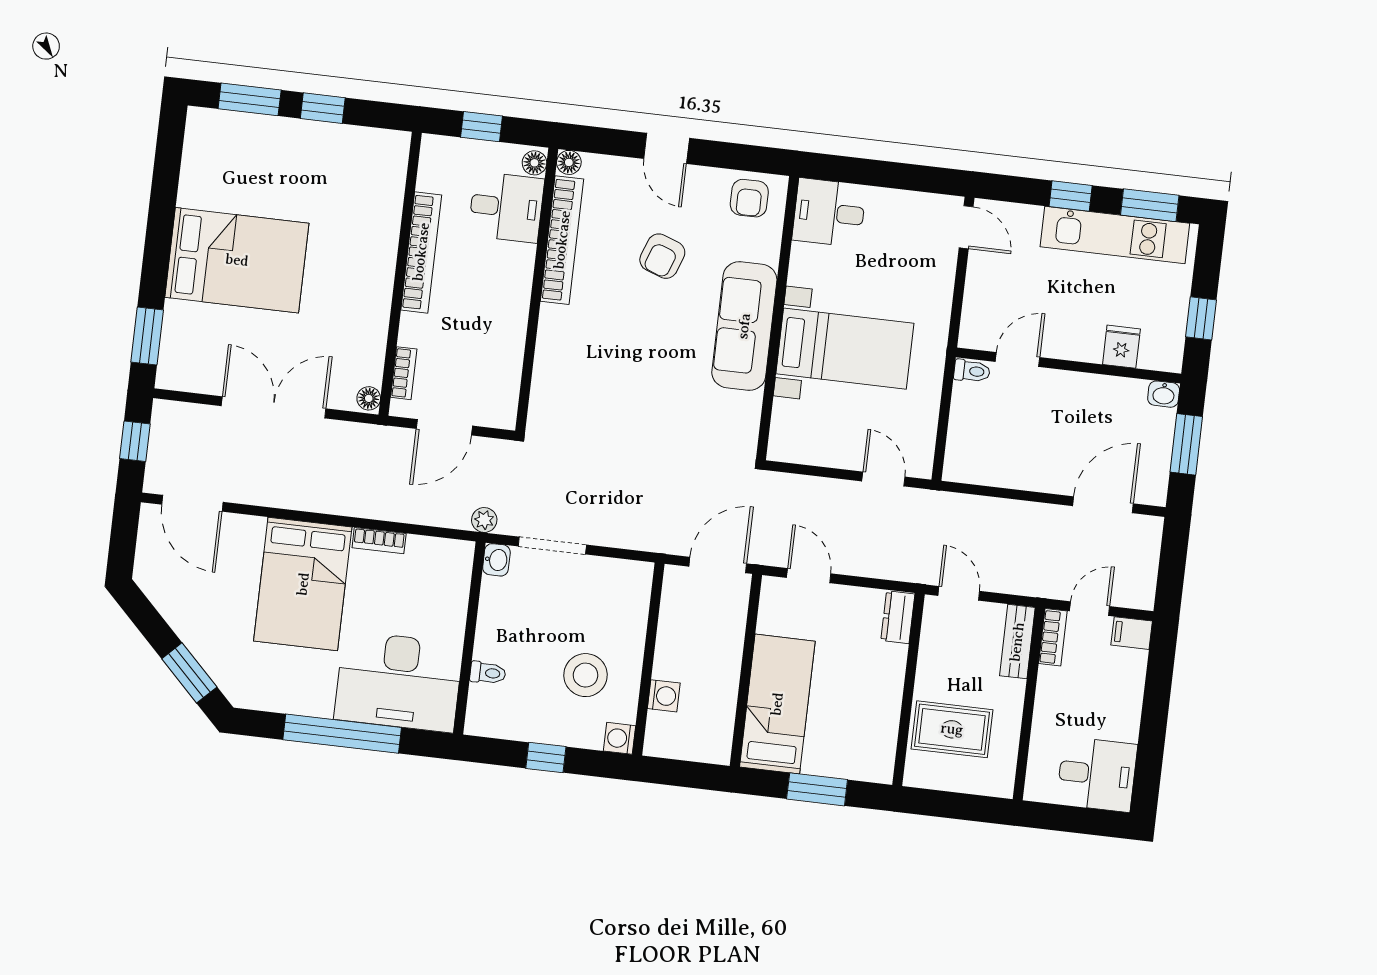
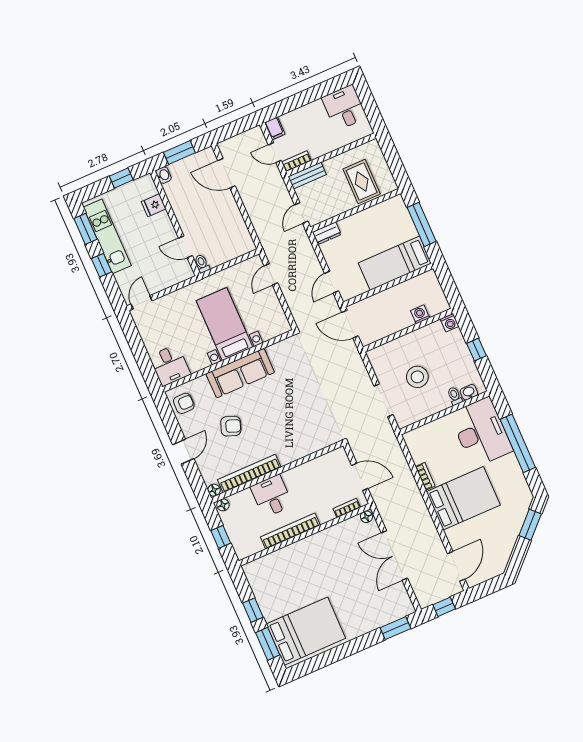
desk: (506, 207) -> (272, 496), moved
bed: (237, 260) -> (306, 631), moved, turned 90
plant: (484, 520) -> (390, 436), removed
washbasin: (496, 560) -> (469, 392), moved
stool: (586, 675) -> (417, 377), moved
window: (817, 789) -> (422, 224), width x1.44

